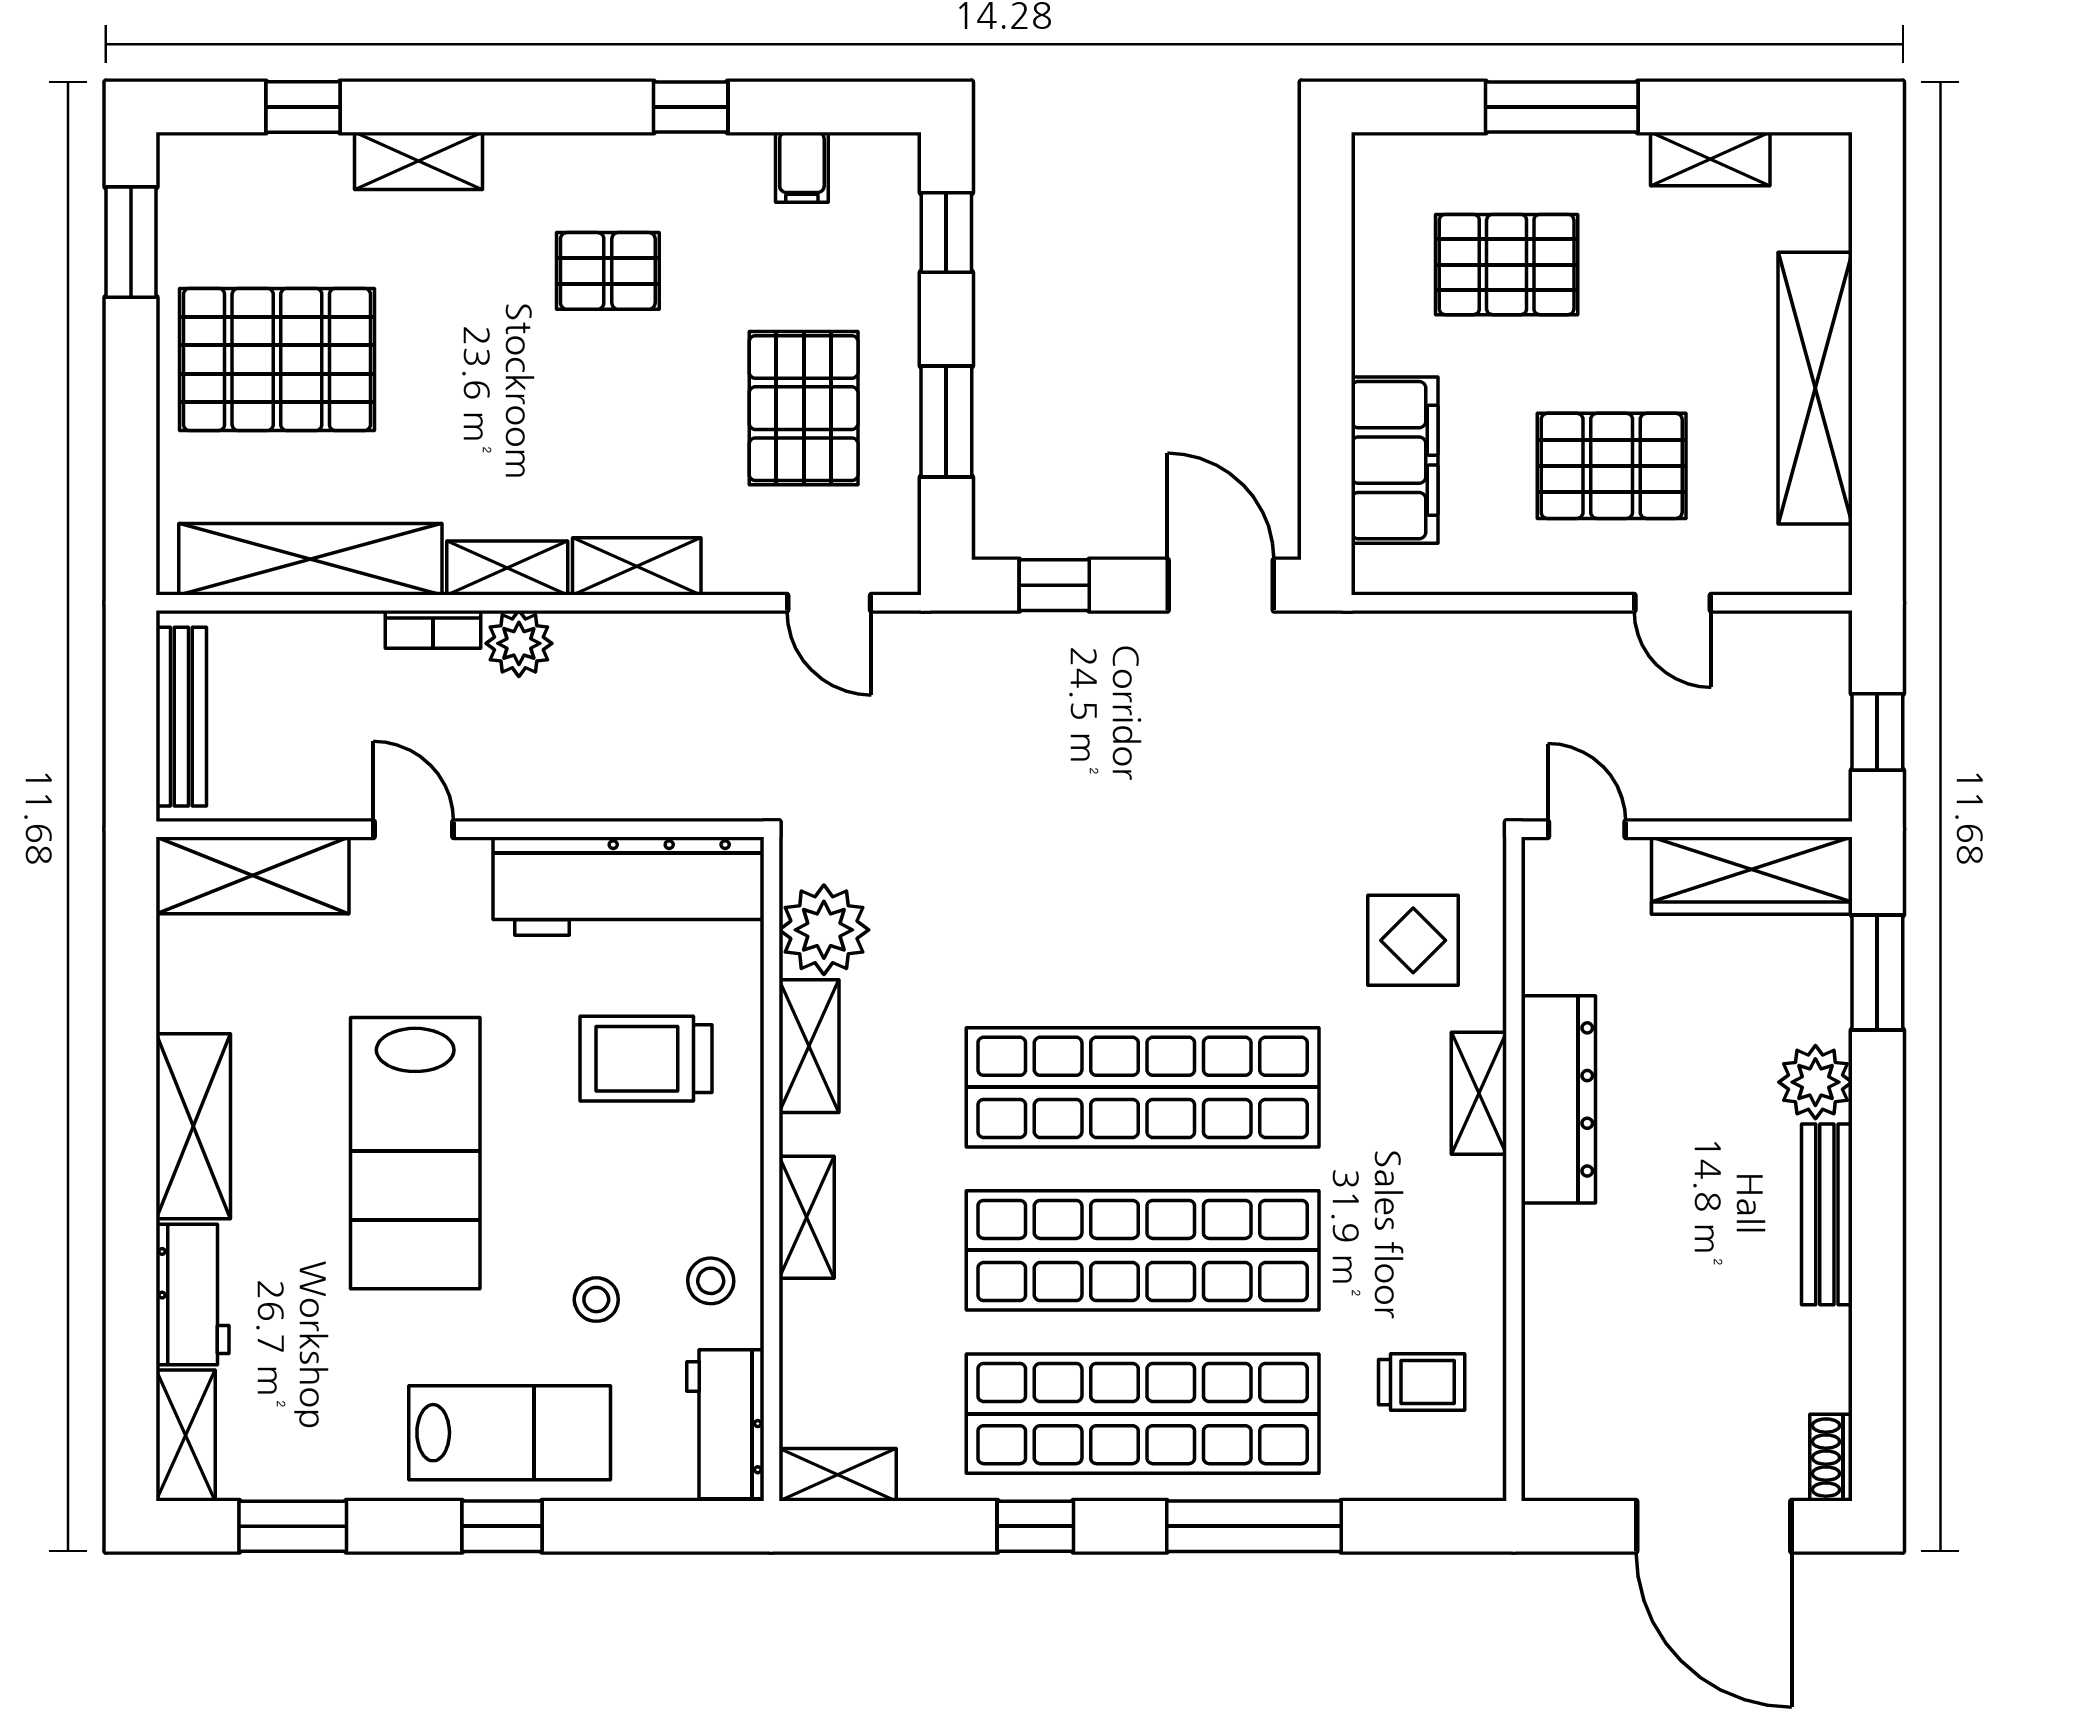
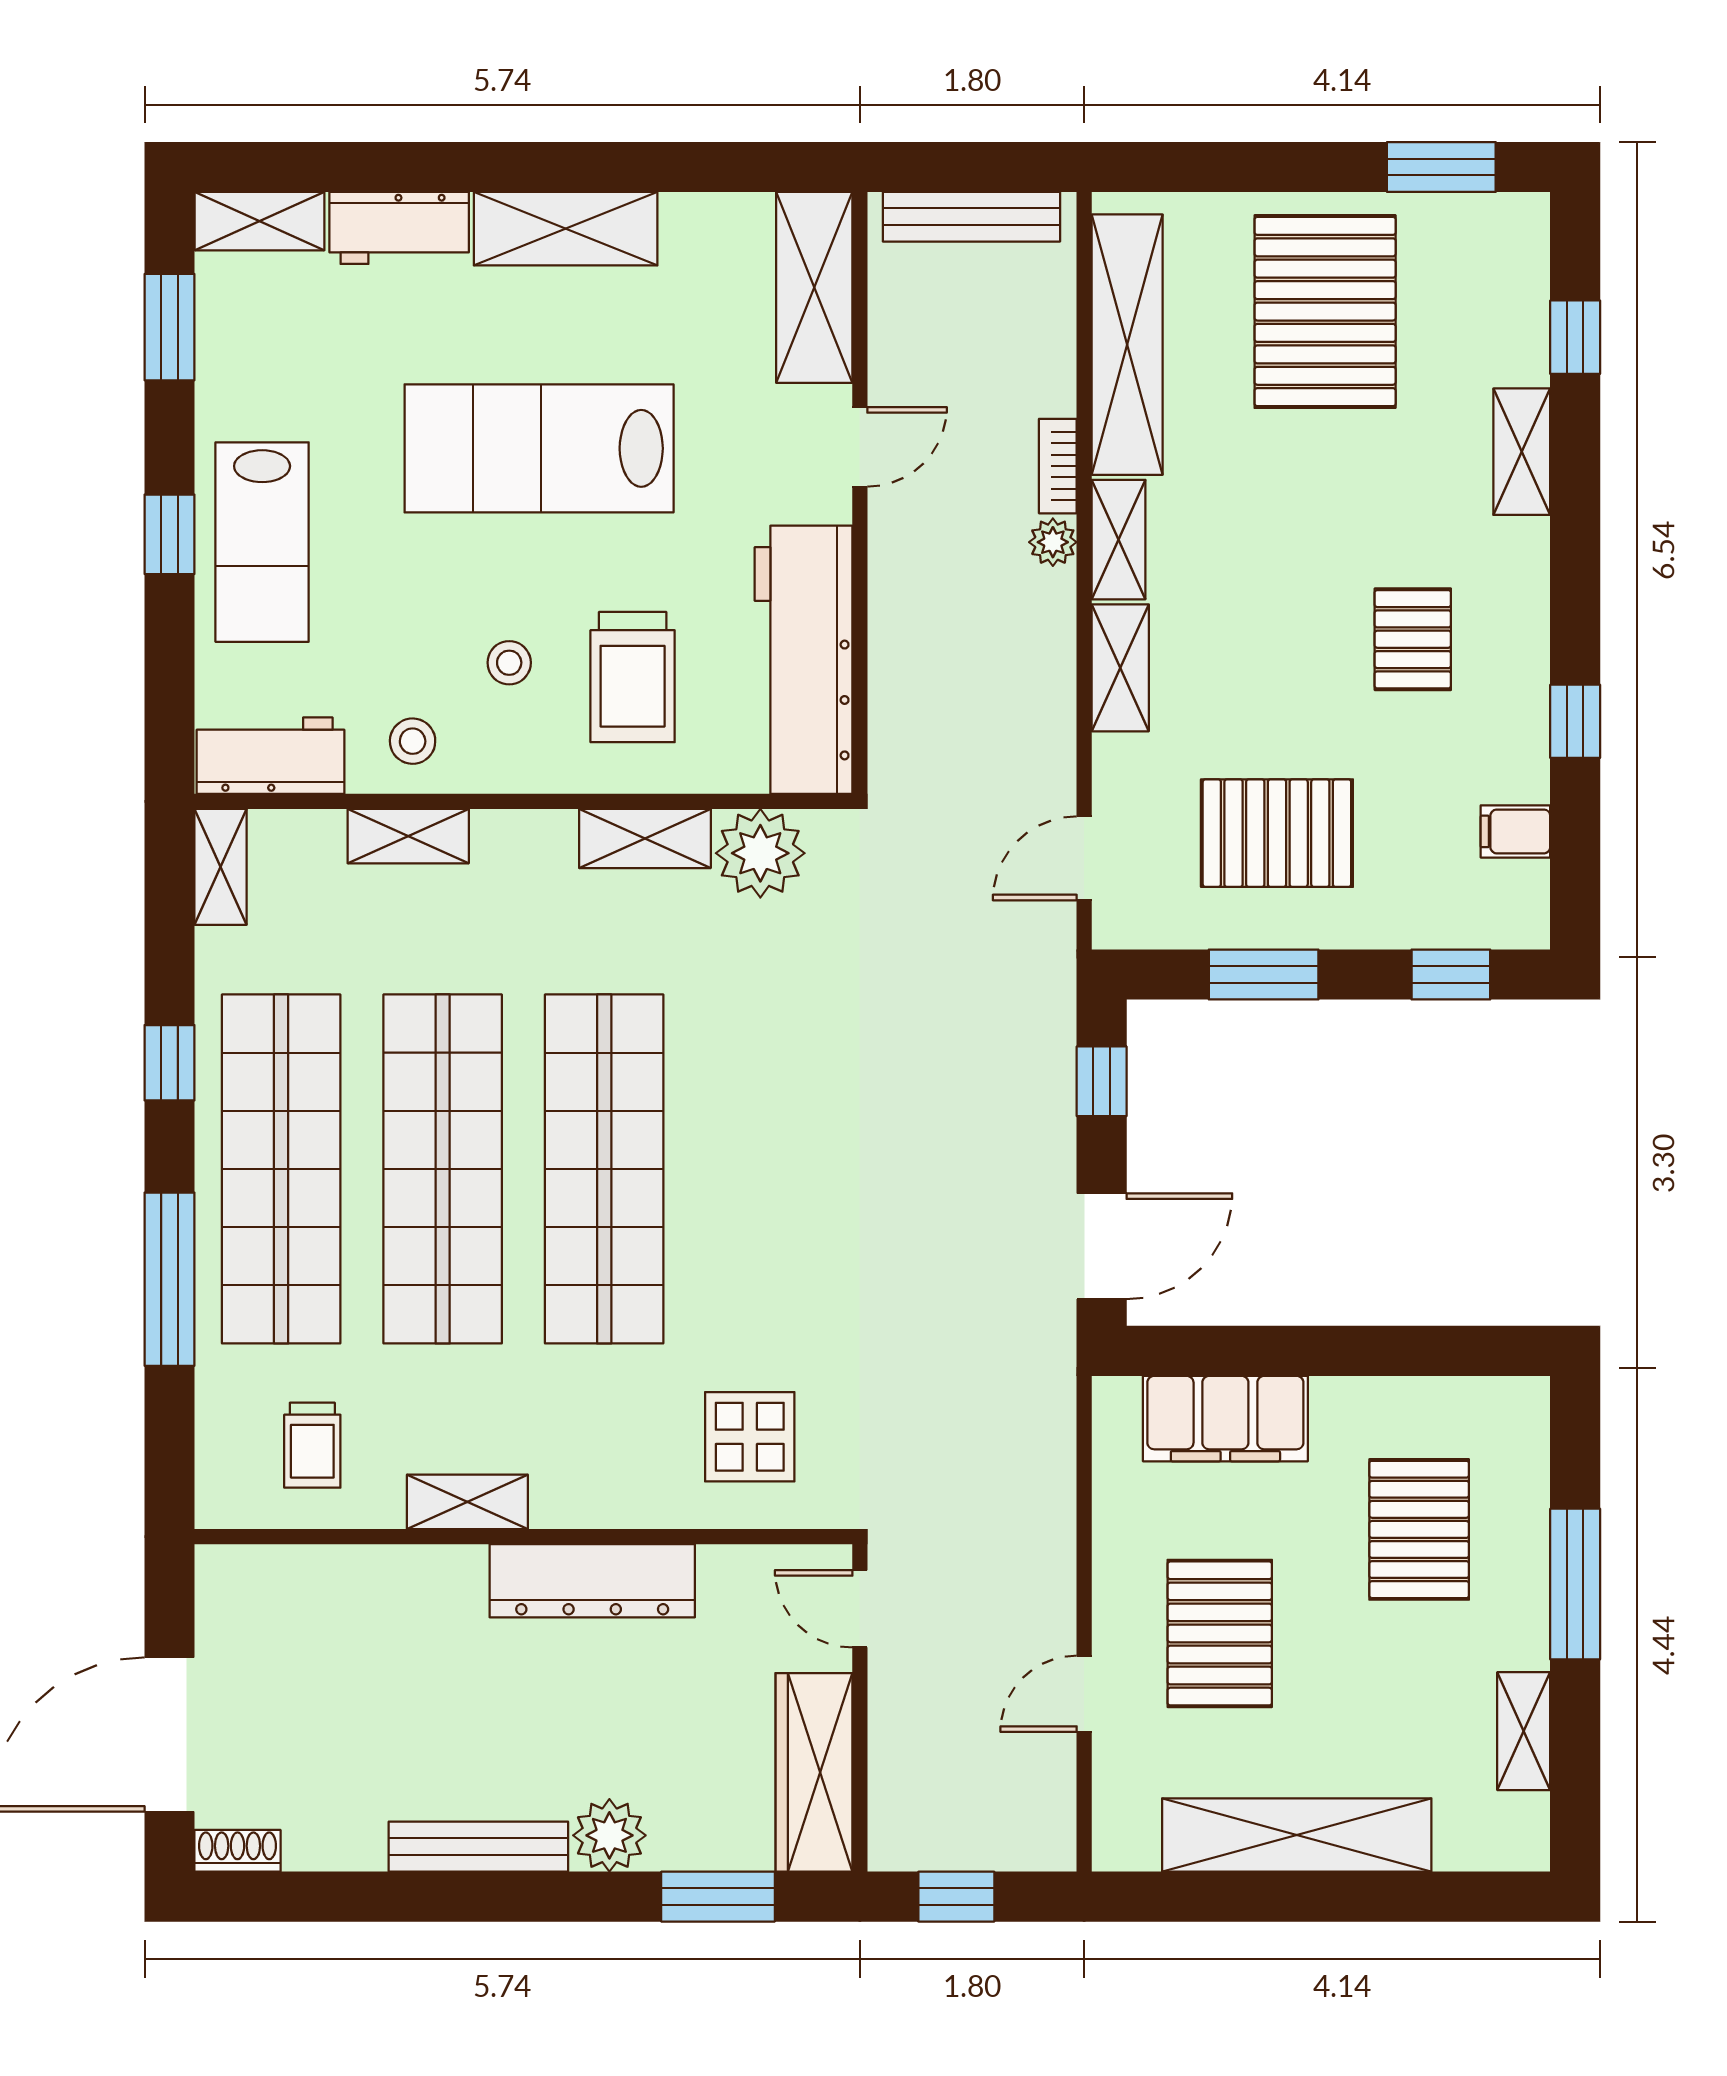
plant: (519, 643) -> (1053, 542), width x0.73, depth x0.73
door: (1587, 829) -> (860, 1609), swing flipped
trolley: (646, 1059) -> (633, 677), turned 180
shelving: (1479, 1093) -> (467, 1502), moved
shelving: (807, 1217) -> (408, 836), moved
stool: (596, 1300) -> (509, 663), moved

